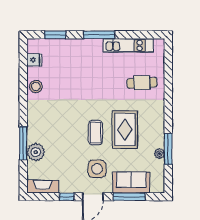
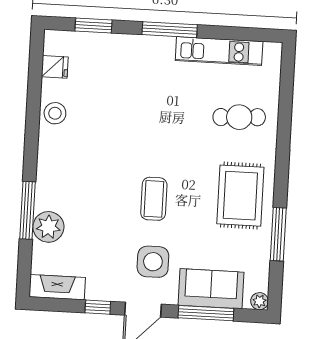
rug: (125, 130) -> (240, 196), moved
plant: (160, 154) -> (259, 301), moved

